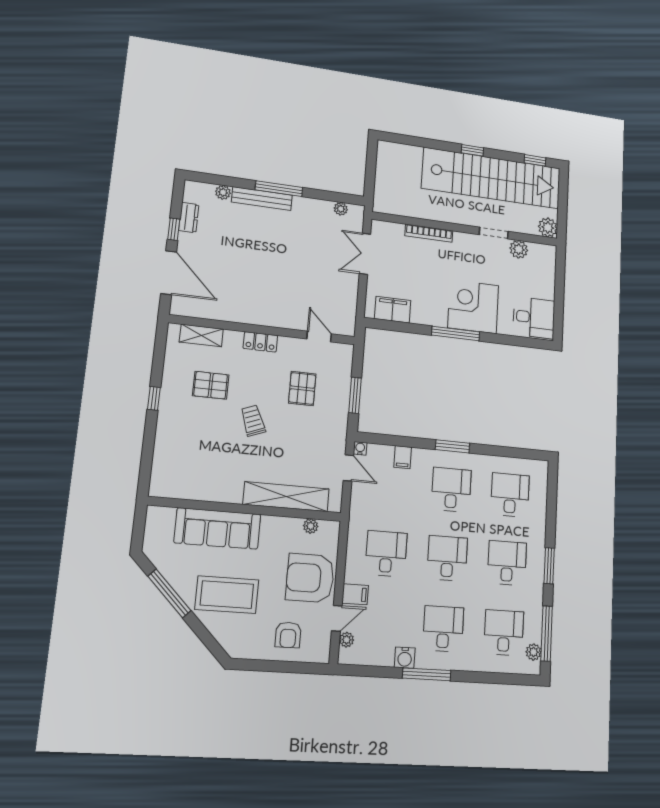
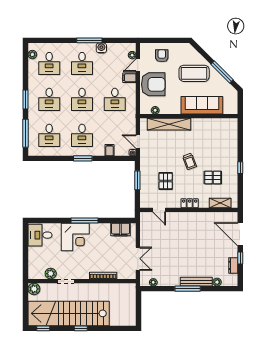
window: (547, 633) -> (26, 133), moved

